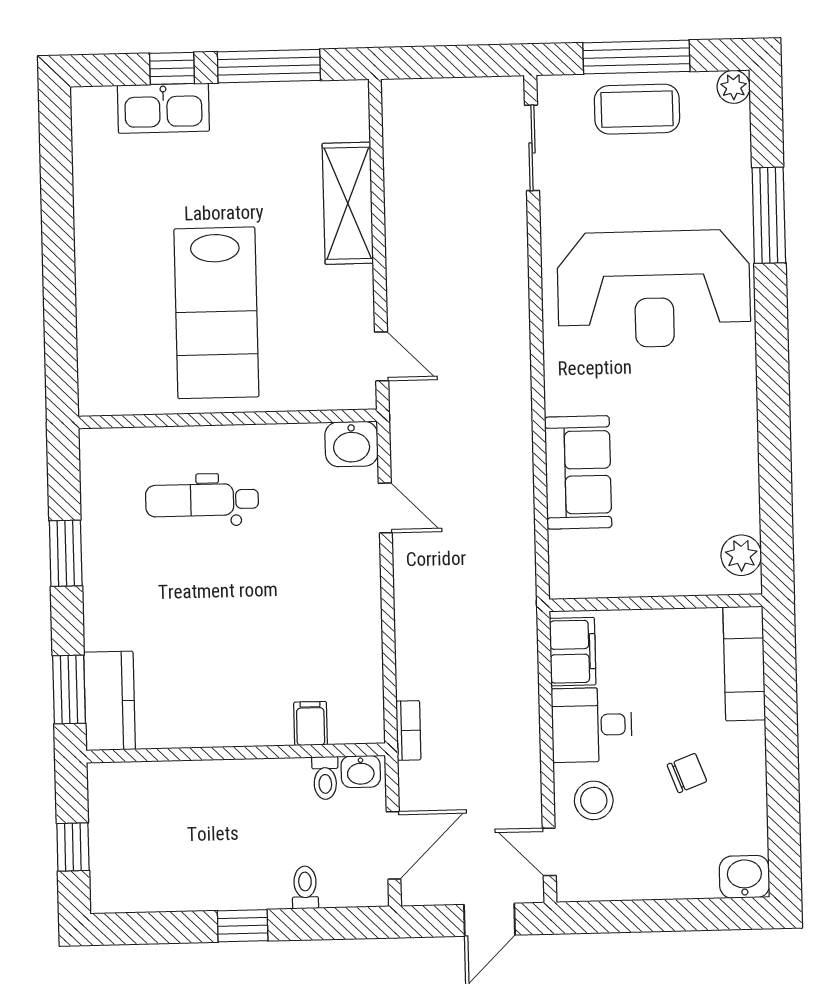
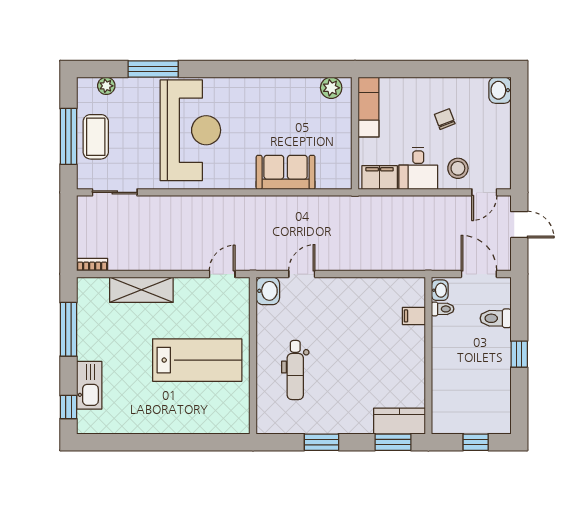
window: (172, 68) -> (68, 407), moved
plant: (734, 87) -> (106, 86), moved
exam couch: (744, 663) -> (369, 107), moved, turned -90
bookcase: (408, 730) -> (92, 265), moved
toilet: (305, 887) -> (496, 318), width x1.37, depth x1.39

